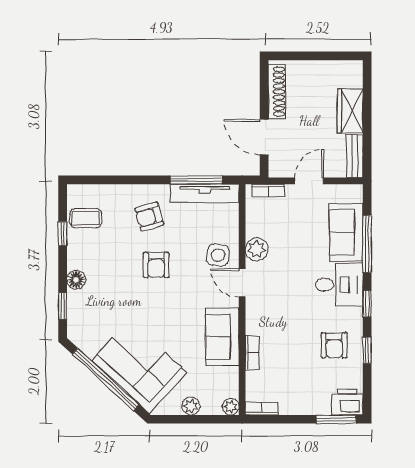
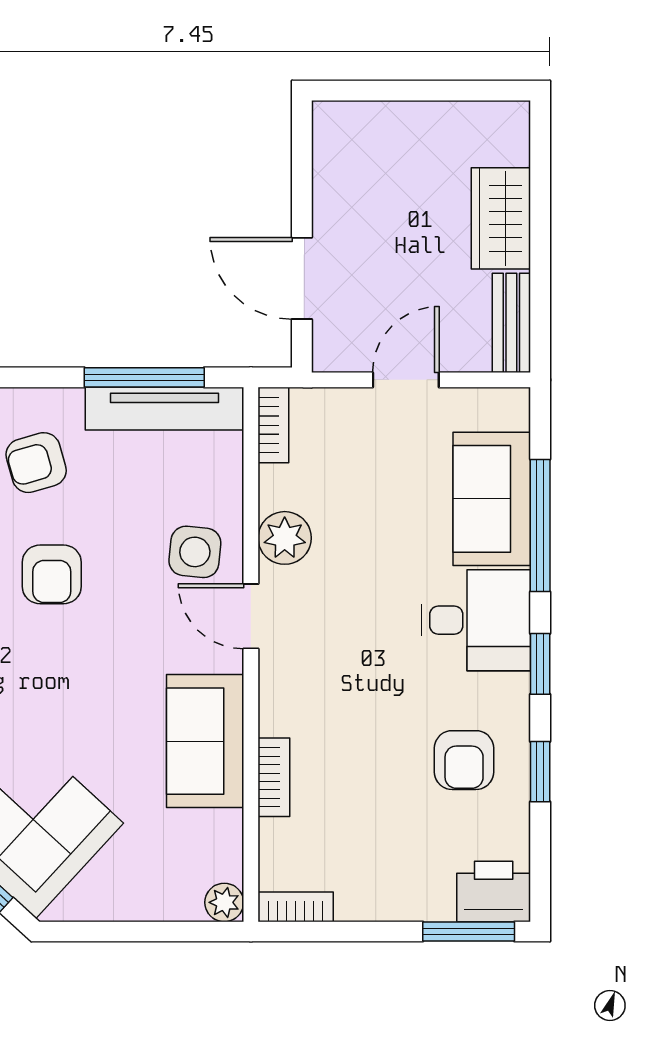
shoe rack: (277, 92) -> (331, 173), removed
bookcase: (268, 191) -> (273, 425), moved, turned -90
plant: (191, 406) -> (132, 901), removed

